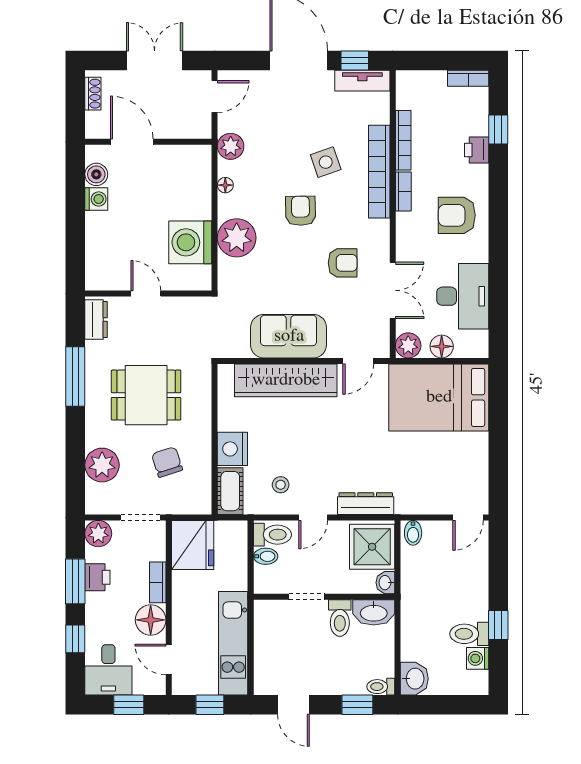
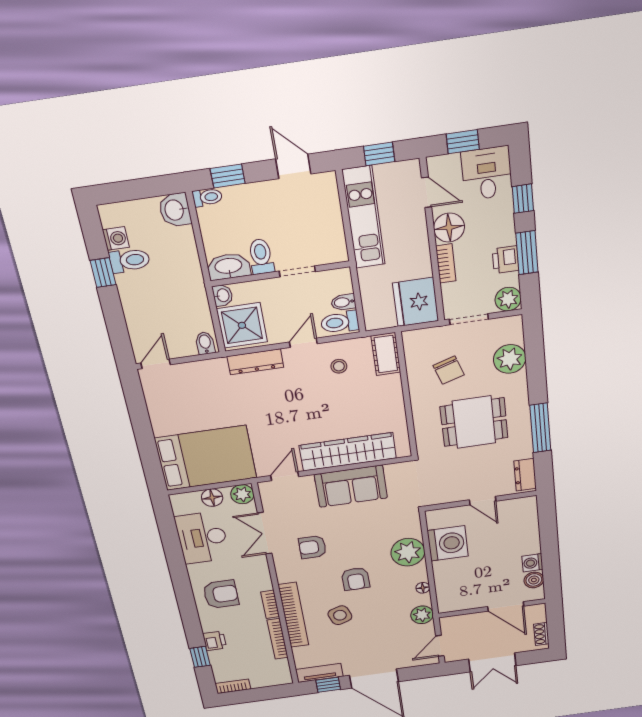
nightstand: (232, 449) -> (389, 390), removed

